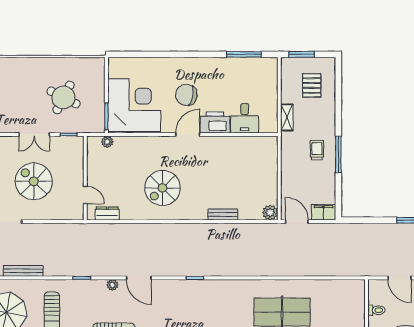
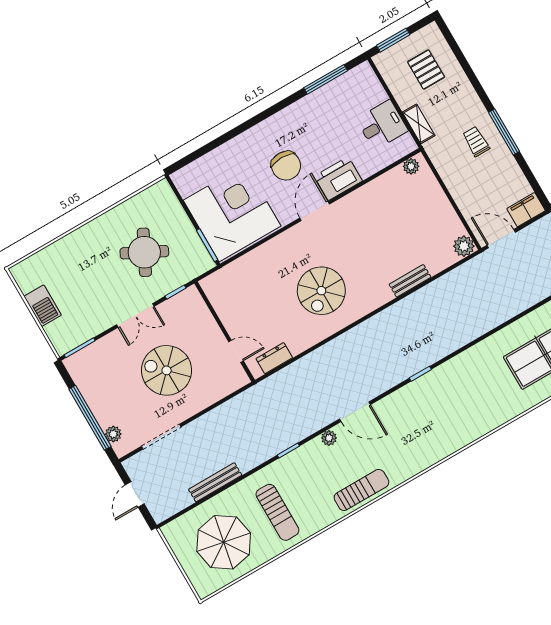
chair: (186, 95) -> (286, 166), turned -101
desk: (245, 118) -> (382, 125), moved, turned -90
plant: (107, 142) -> (411, 166), moved

